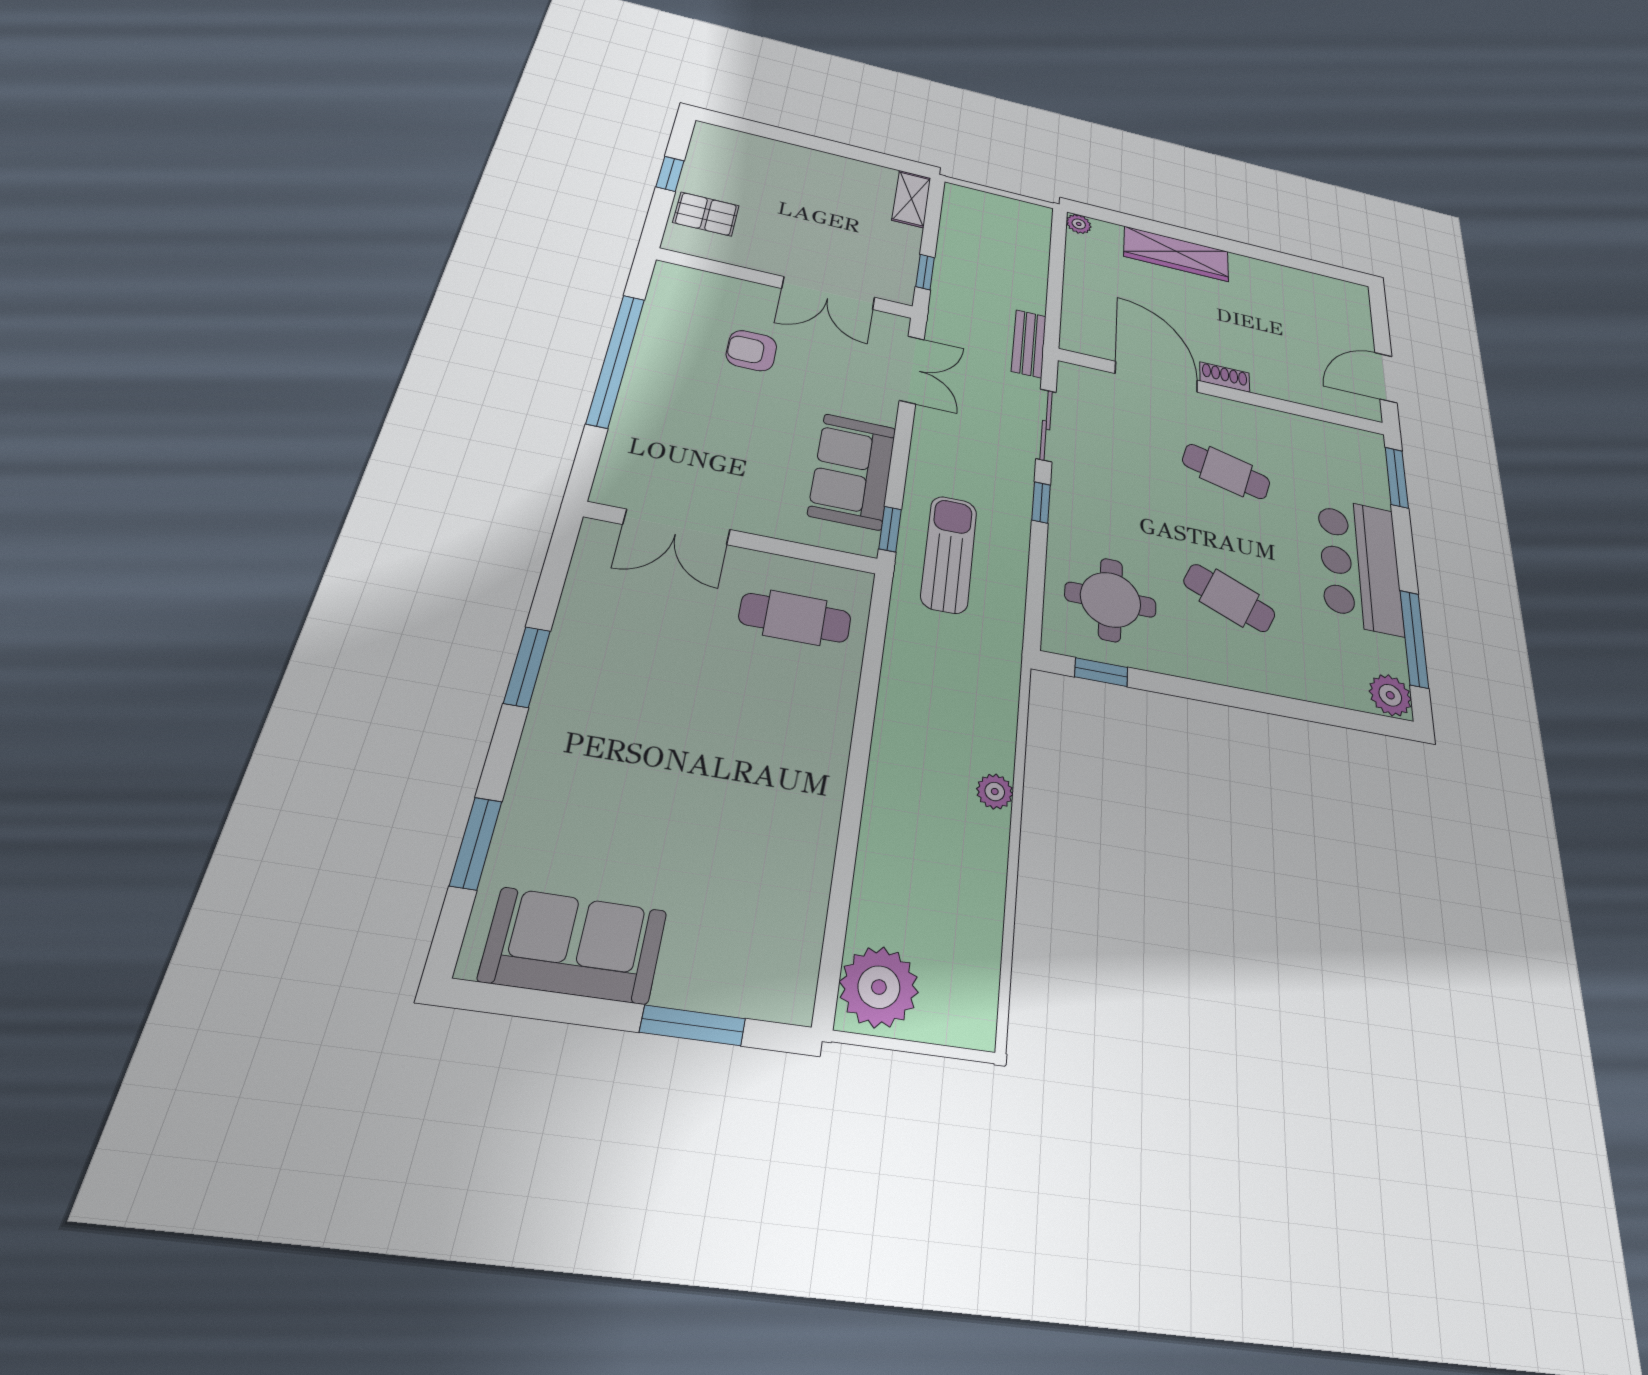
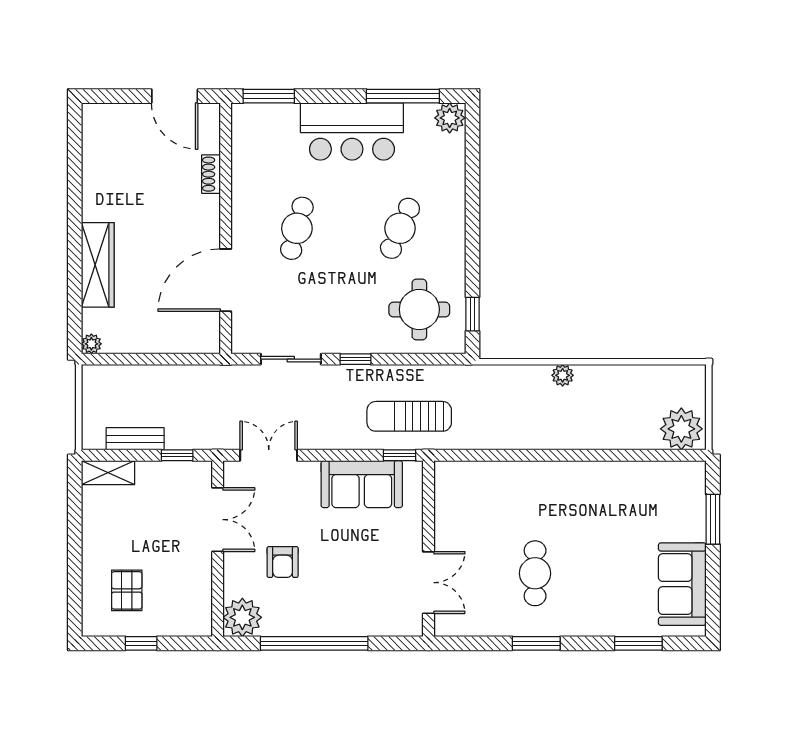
pallet: (706, 214) -> (127, 590), moved
plant: (679, 287) -> (242, 617), added
bench: (1029, 344) -> (135, 439), moved
shoe rack: (1225, 377) -> (211, 174), moved
cafe table: (795, 618) -> (535, 573), moved

